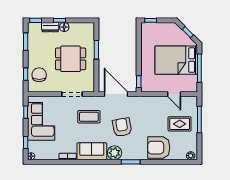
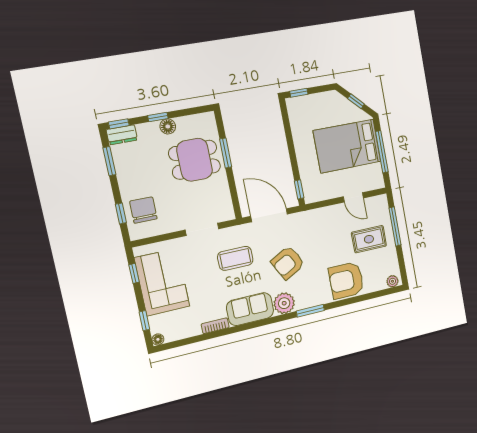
dresser: (50, 27) -> (122, 135), moved
dining table: (71, 59) -> (195, 160), moved
armchair: (122, 127) -> (288, 263), turned -108

